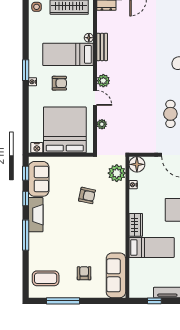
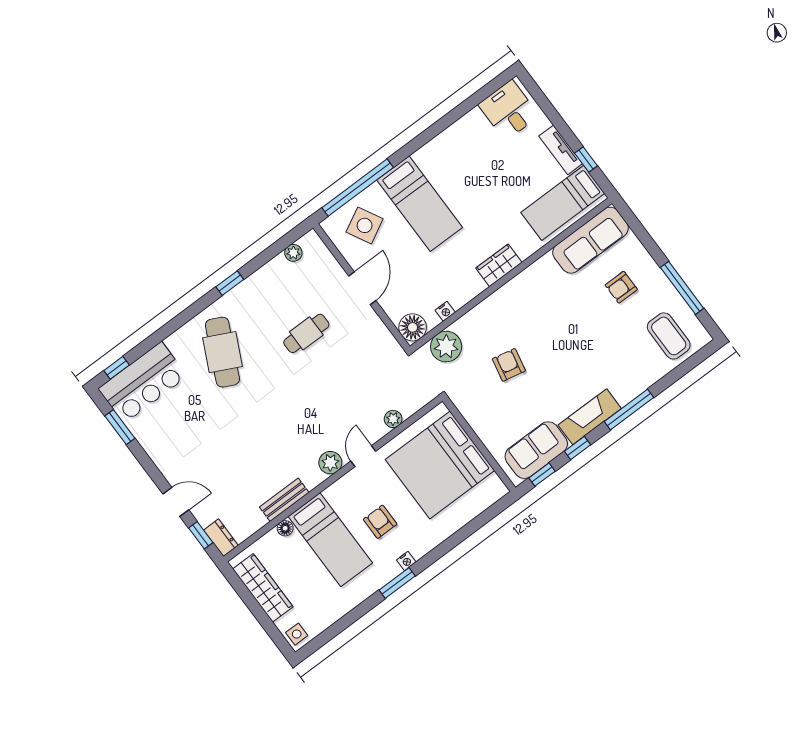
nightstand: (37, 148) -> (494, 486), removed
bed: (152, 248) -> (563, 203), moved, turned -90

